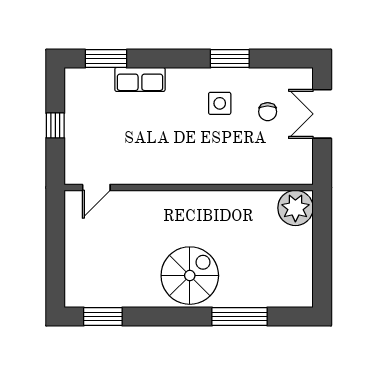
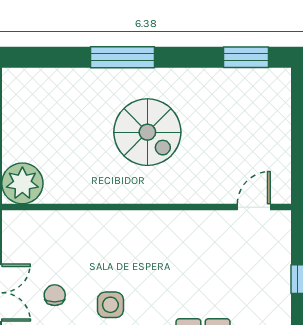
spiral stairs: (190, 276) -> (147, 132), moved, turned -90
window: (240, 316) -> (123, 57), moved

